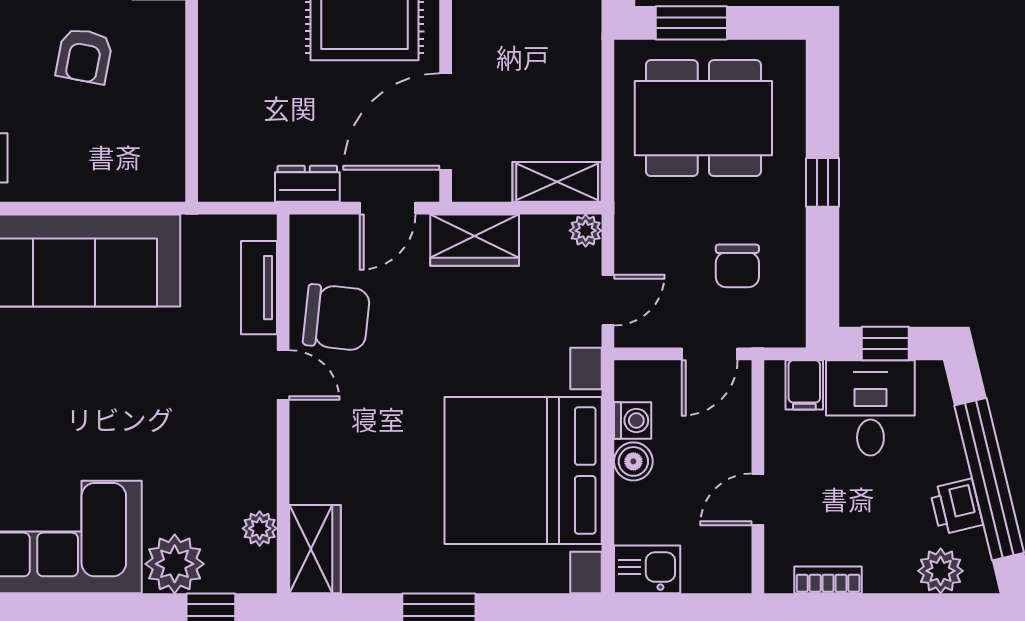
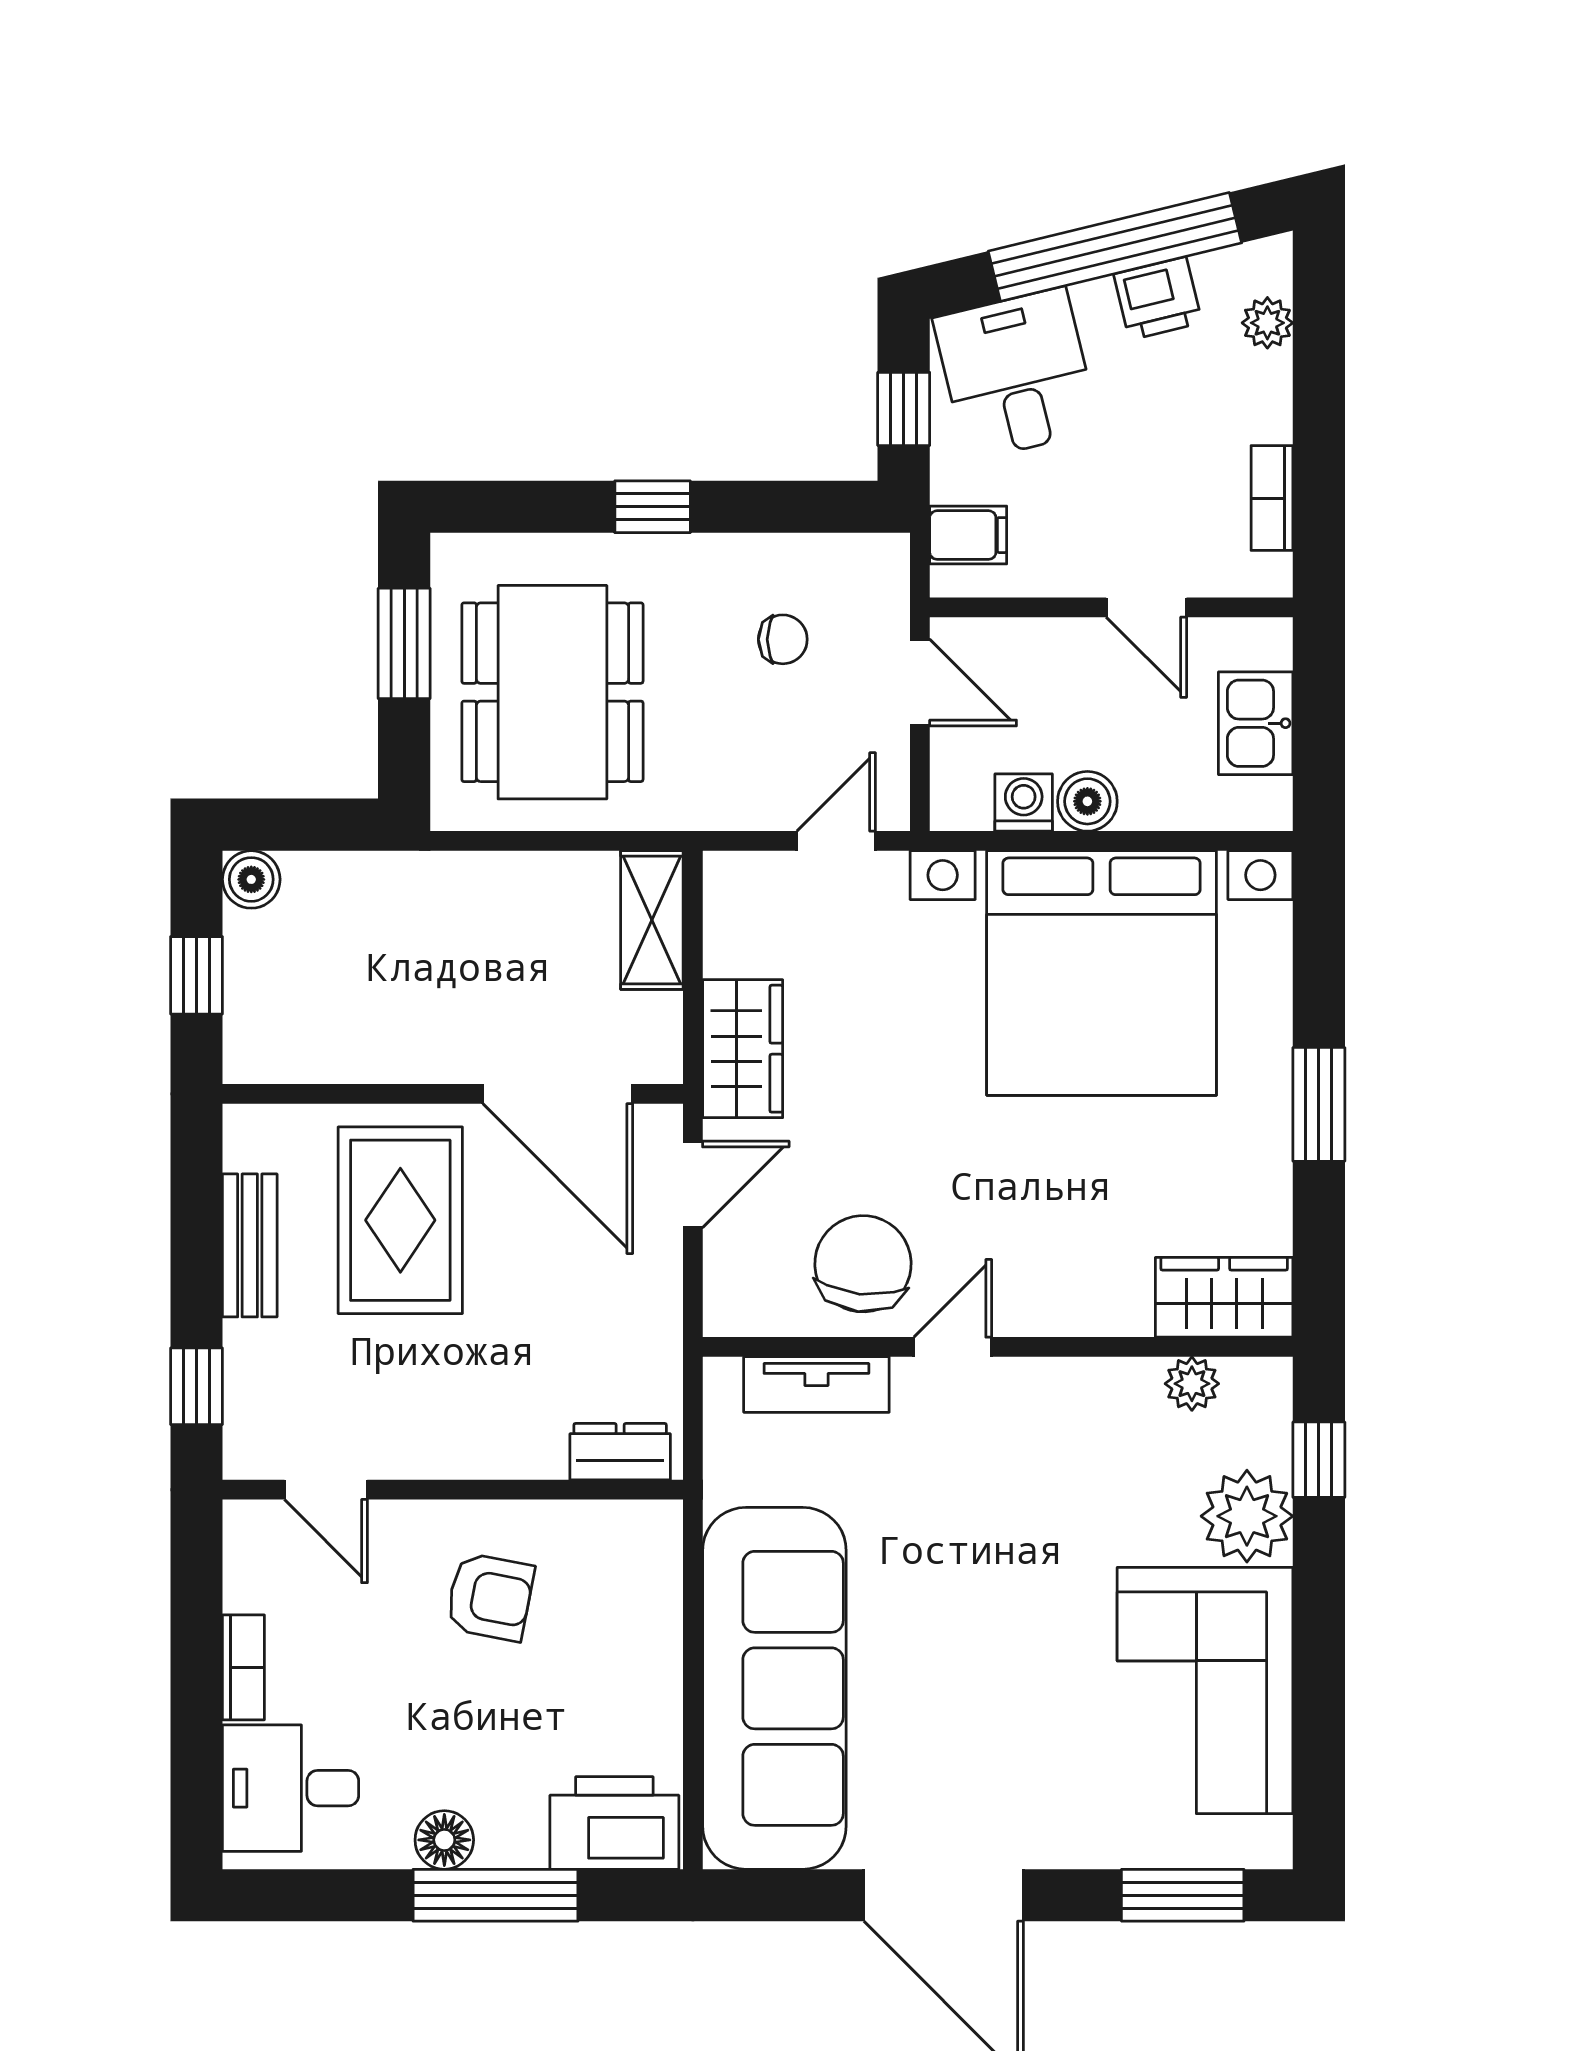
window: (691, 23) -> (404, 643), moved
armchair: (84, 56) -> (490, 1597), moved
dresser: (307, 184) -> (620, 1452), moved, turned 90
door: (388, 208) -> (693, 1184), hinge flipped
plant: (586, 231) -> (728, 876), removed
chair: (737, 266) -> (783, 639), width x0.73, depth x0.73
door: (608, 300) -> (836, 841), hinge flipped
desk: (870, 408) -> (1016, 374), moved, turned 76
kitchen sink: (647, 569) -> (1256, 723), moved
plant: (941, 571) -> (1267, 323), width x0.73, depth x0.73

